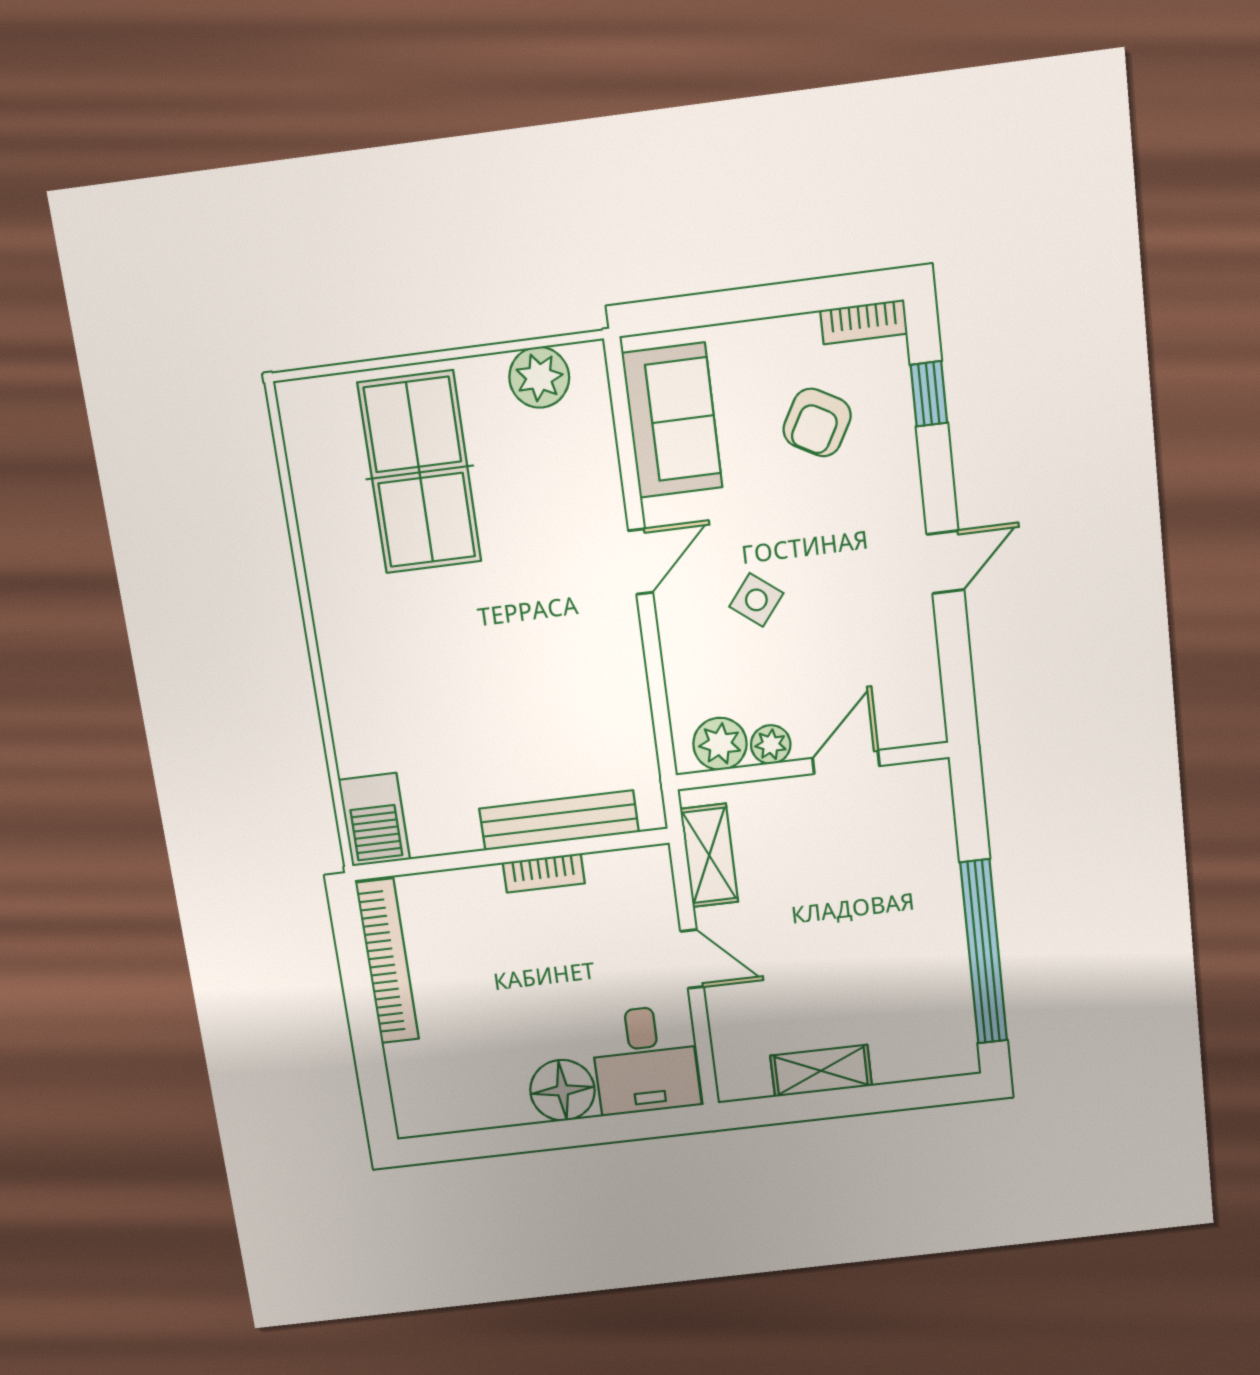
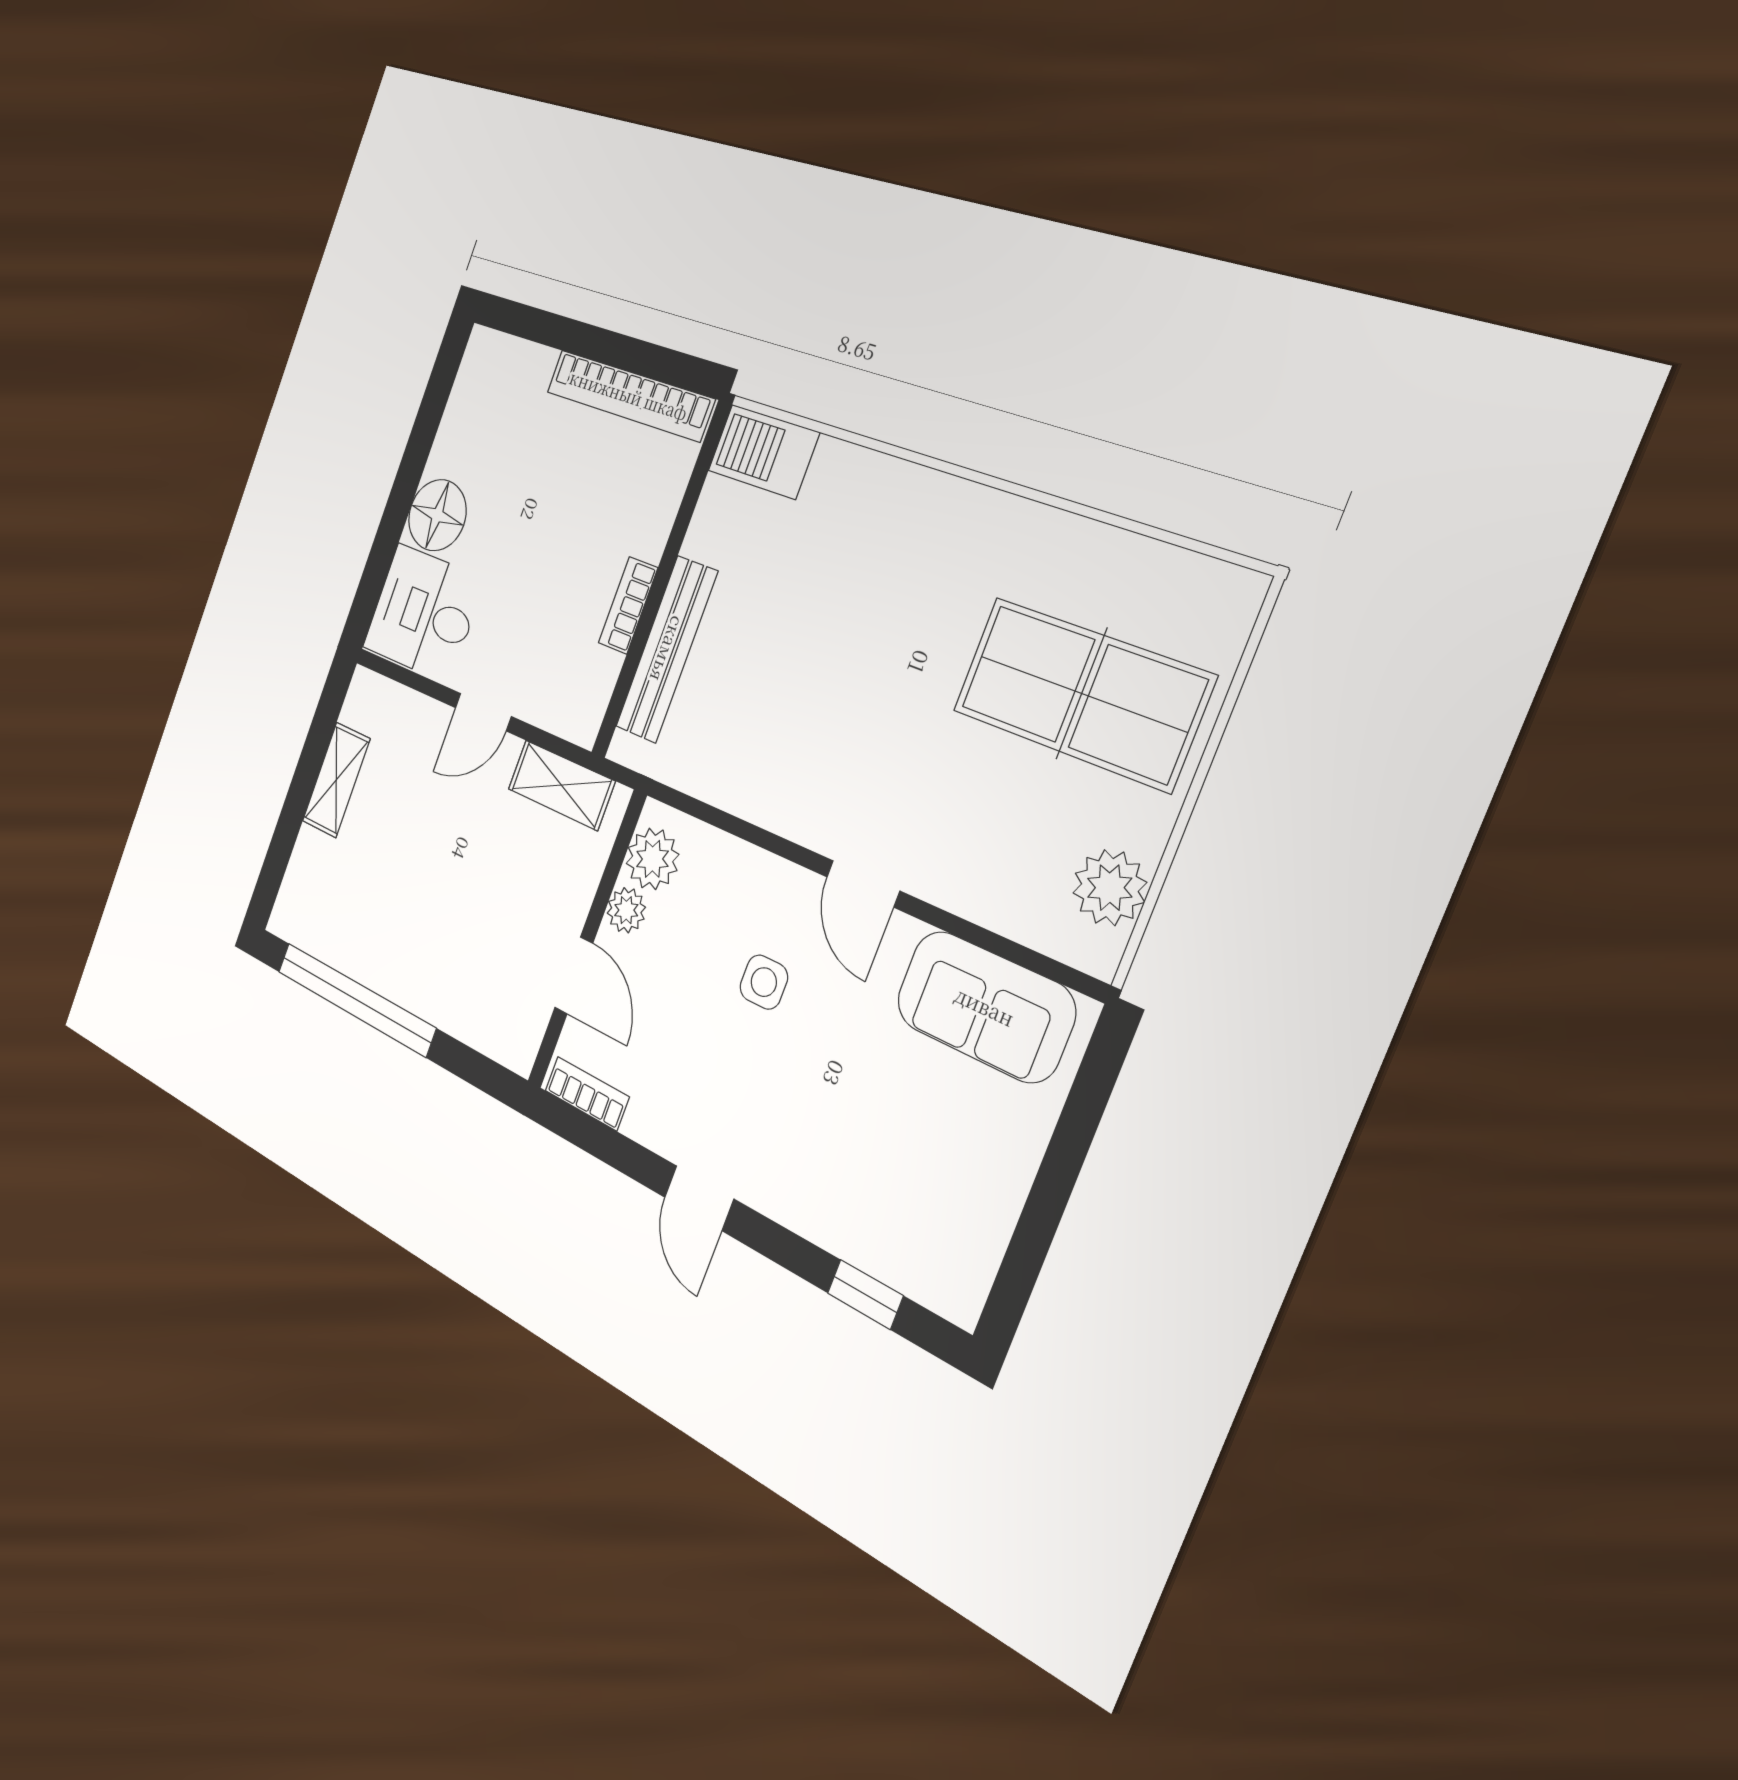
bookcase: (864, 322) -> (587, 1094), moved, turned 90
armchair: (817, 423) -> (900, 1159), removed
side table: (756, 600) -> (764, 982), turned -38

